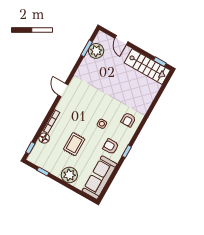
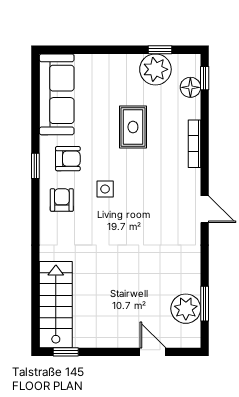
stairs: (147, 67) -> (56, 305), moved, turned 90
armchair: (128, 120) -> (62, 200), moved
floor lamp: (44, 138) -> (190, 87), moved
plant: (69, 175) -> (155, 69), moved

